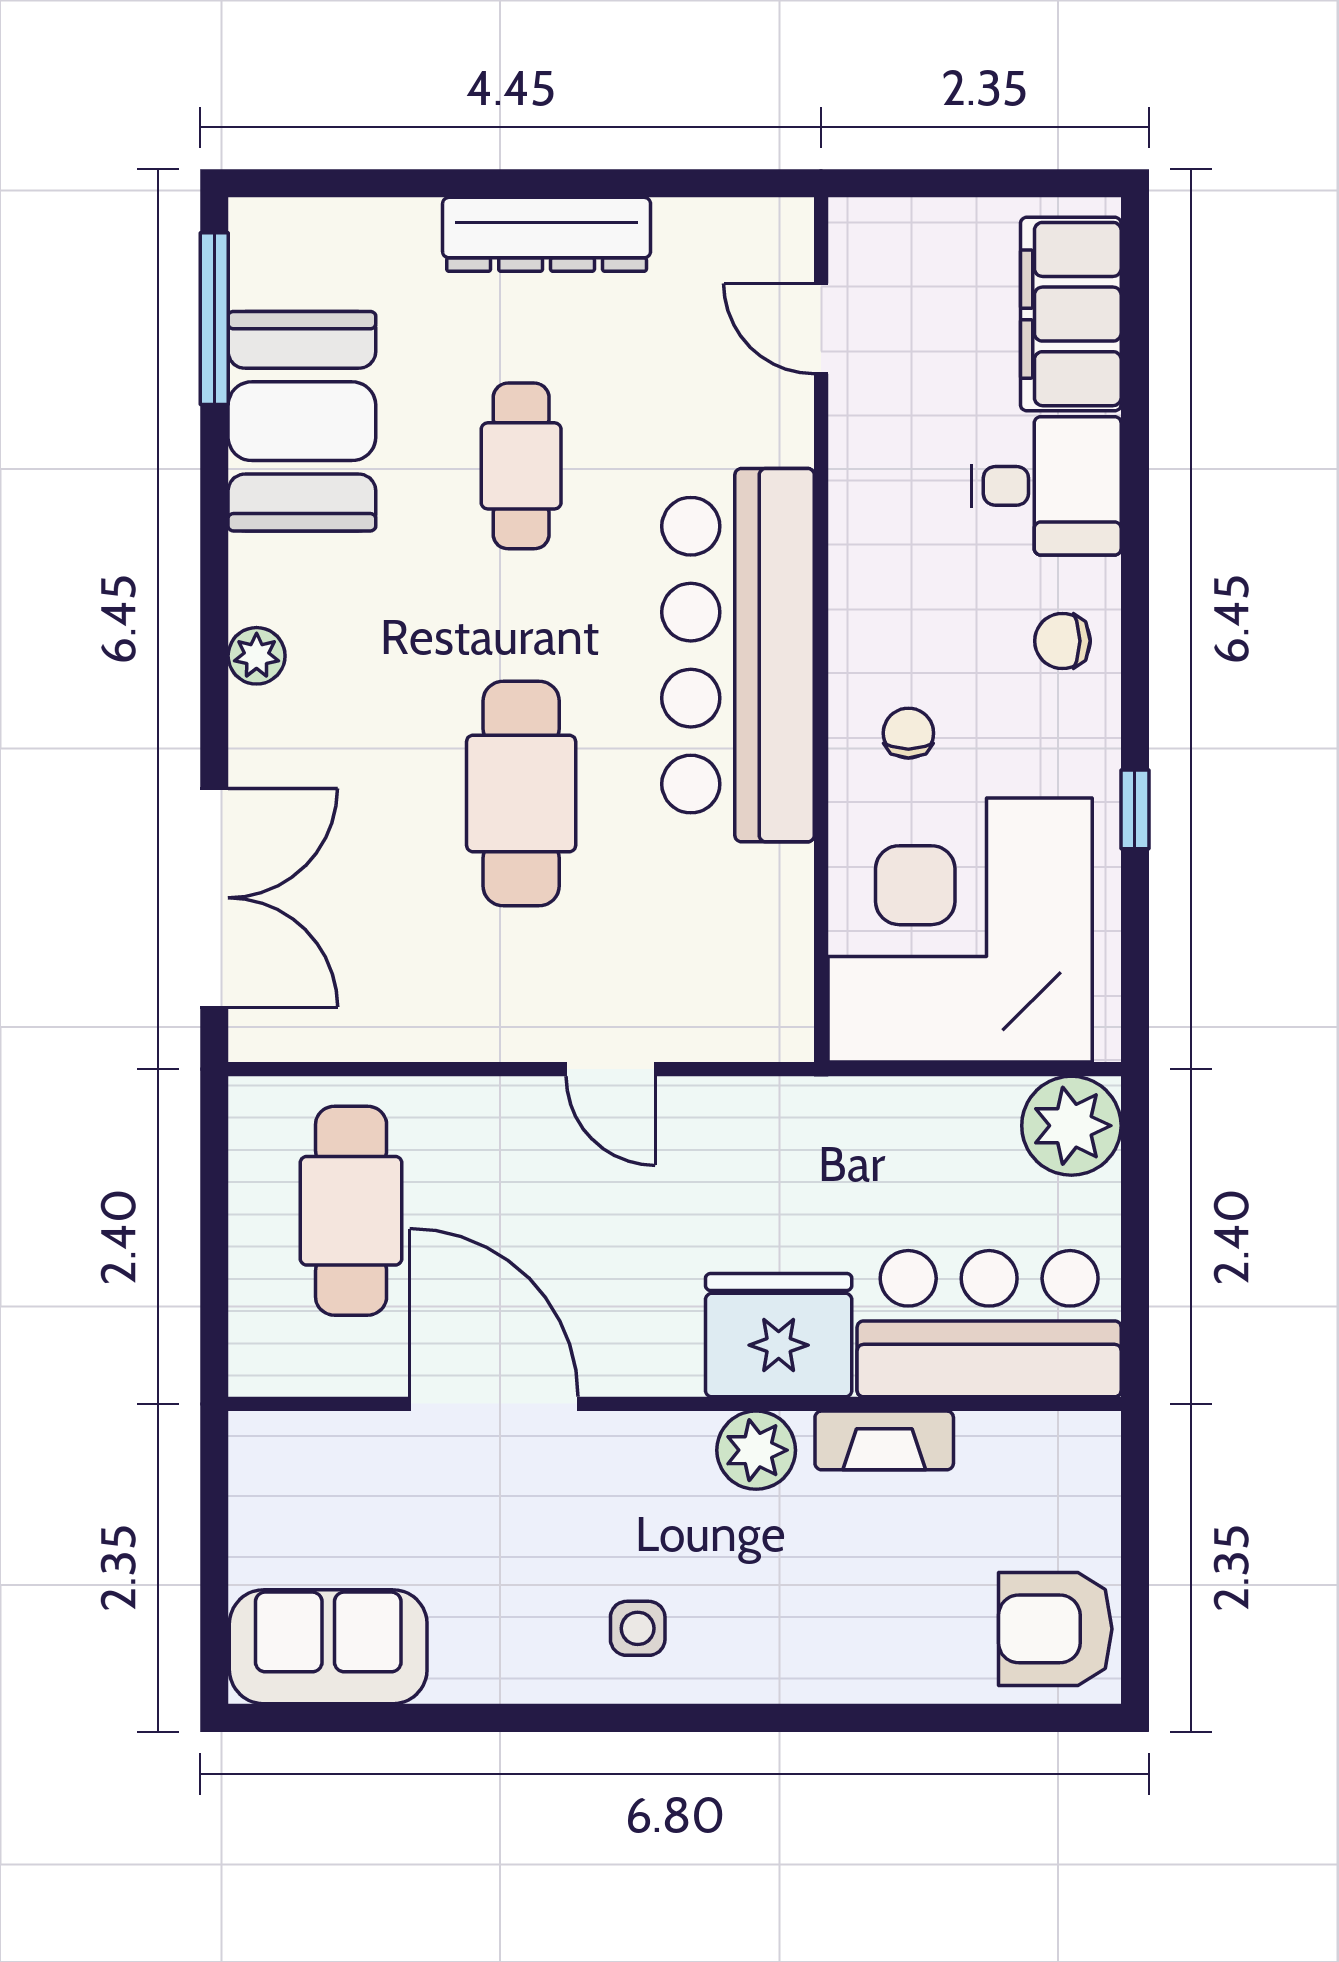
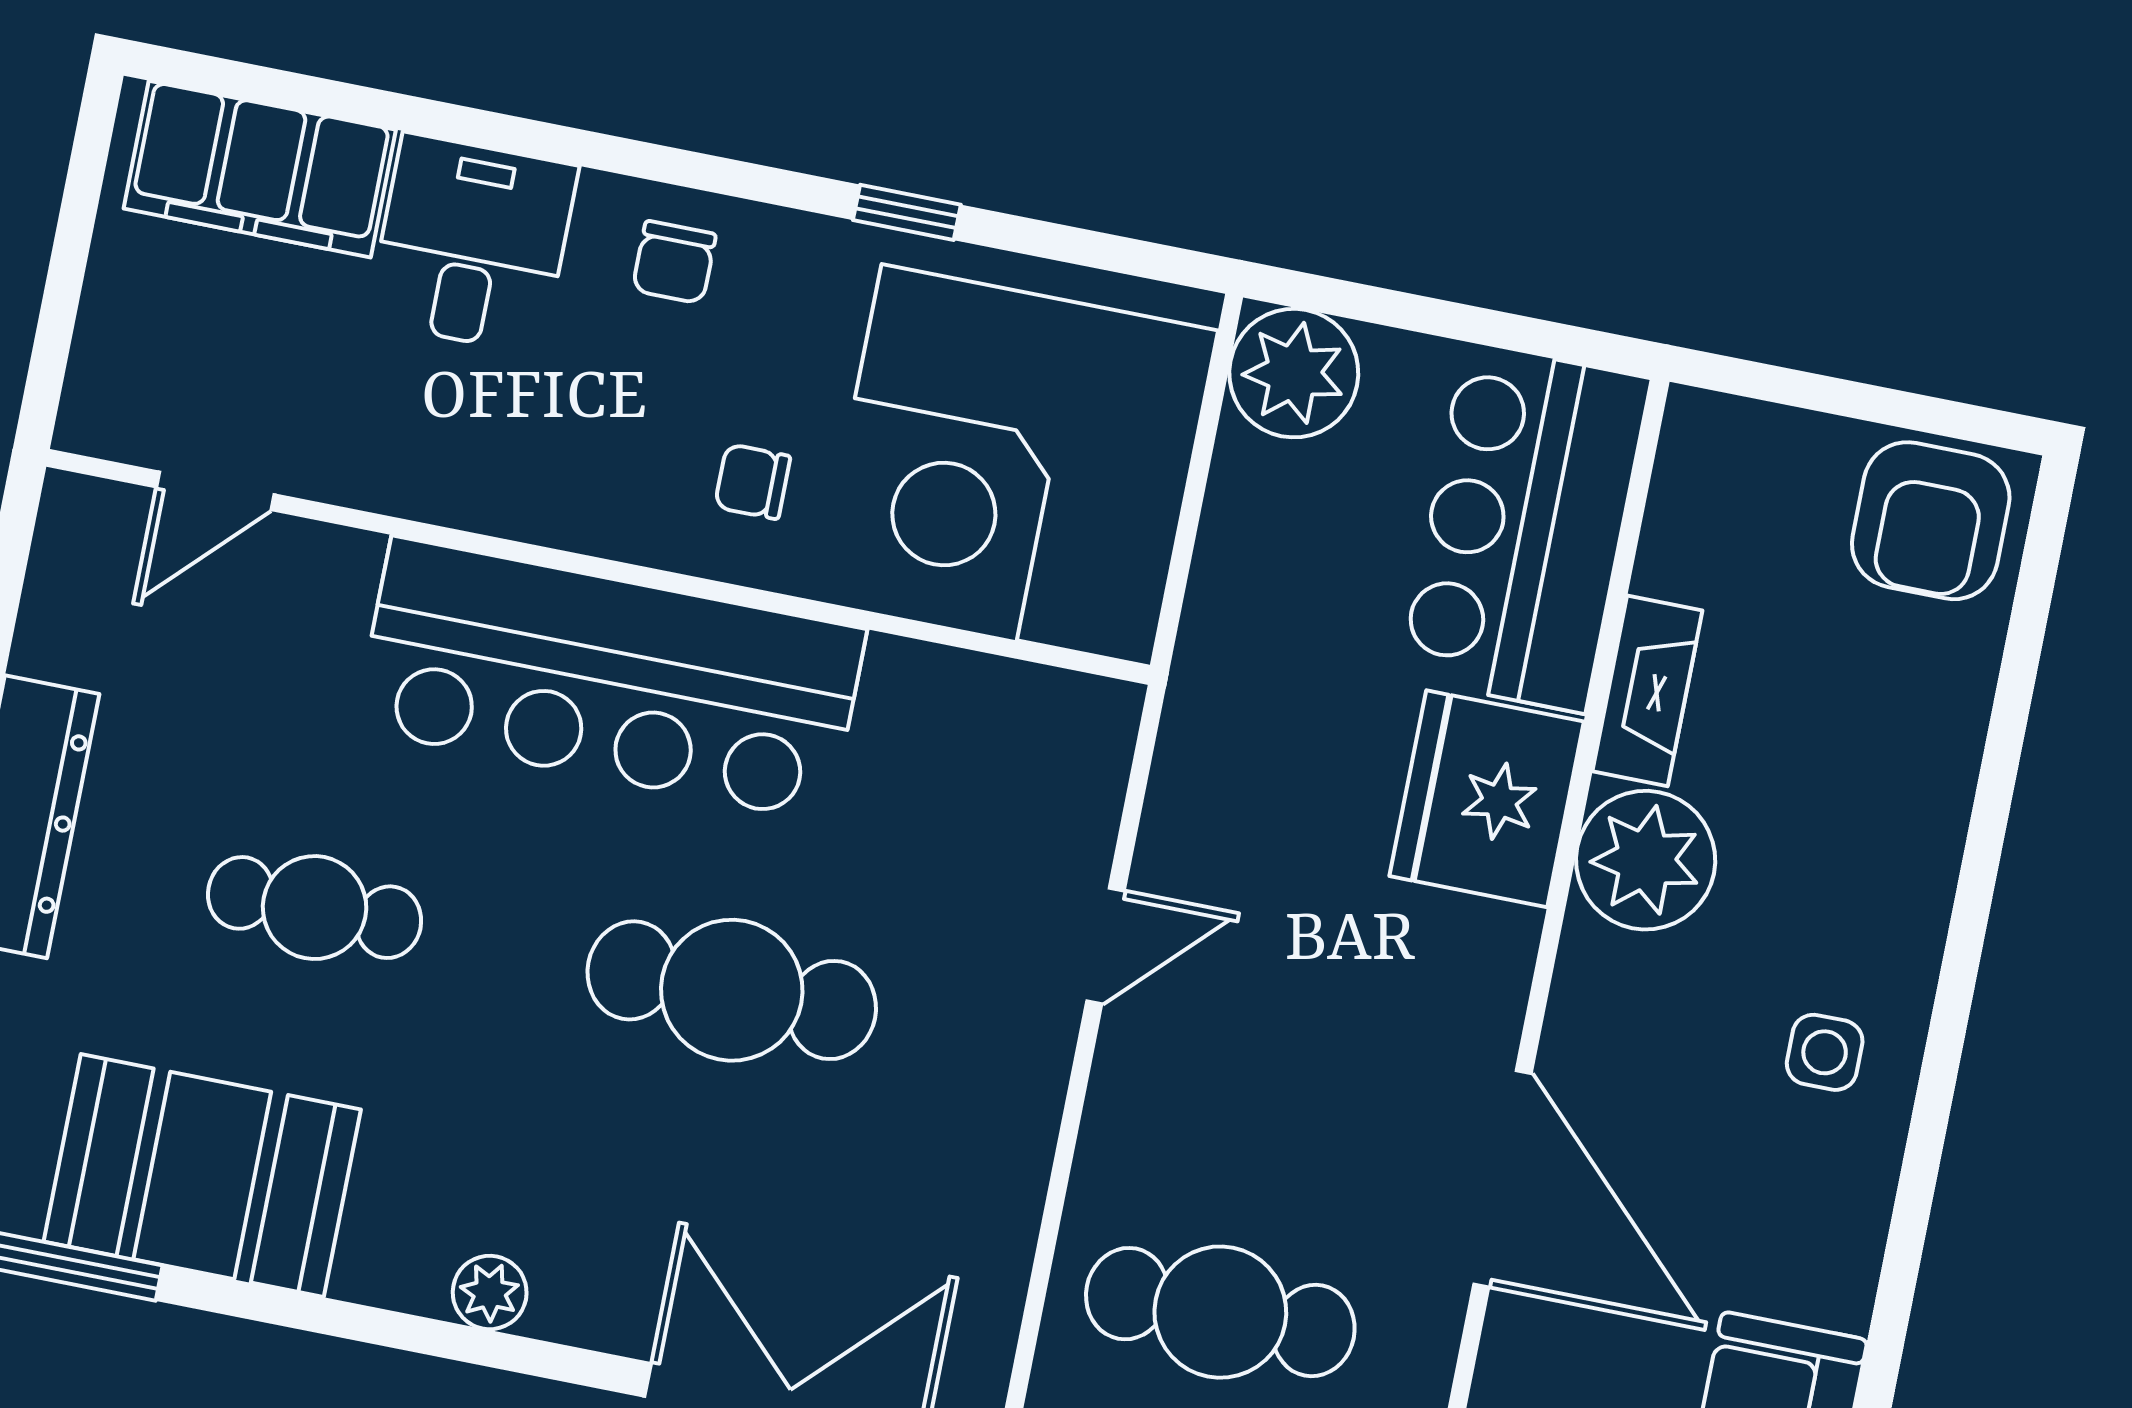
door: (494, 1404) -> (1502, 1179), swing flipped
plant: (756, 1450) -> (1646, 860), width x1.36, depth x1.36

